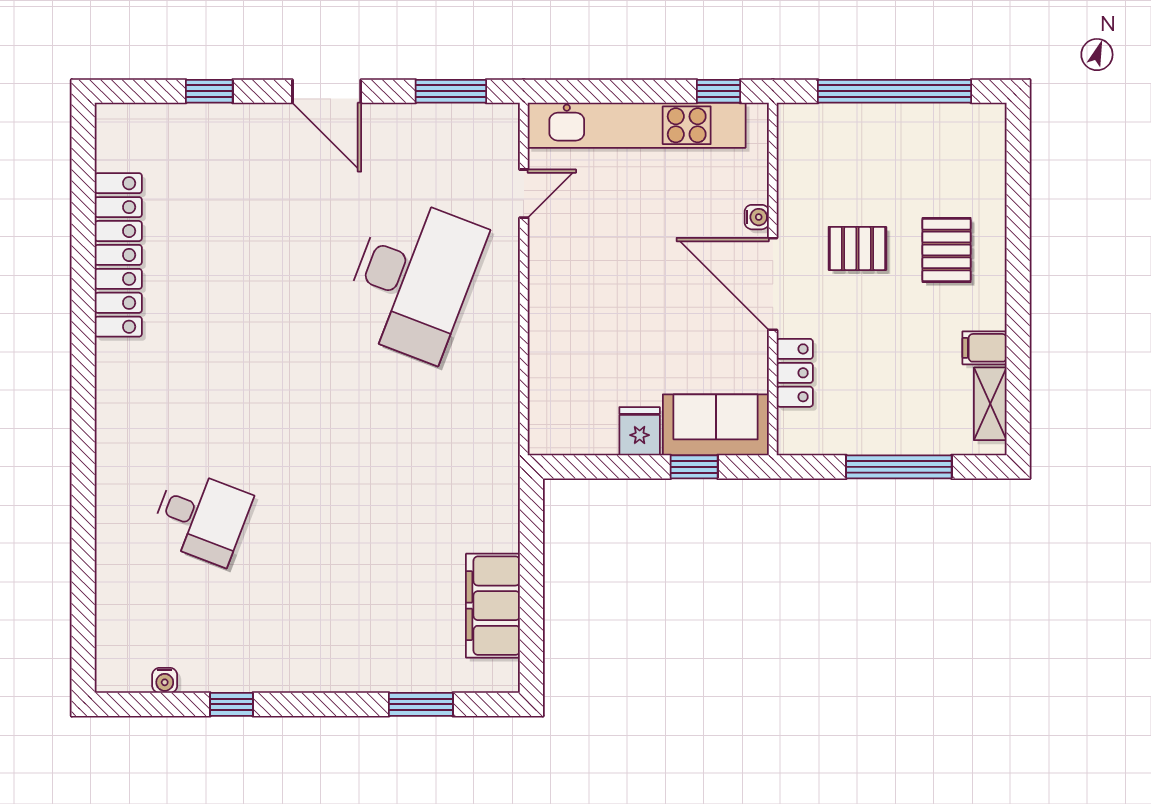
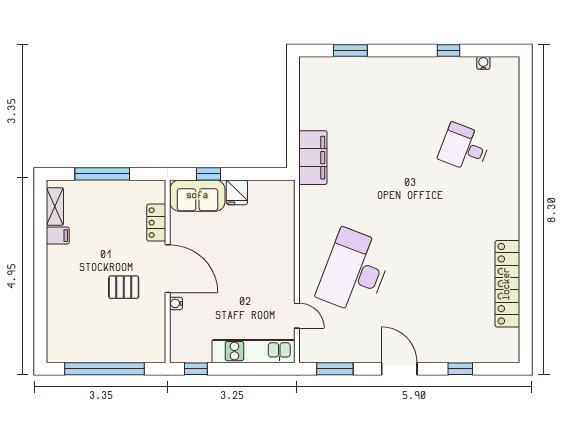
kitchen unit: (637, 125) -> (254, 351), width x0.73
door: (524, 194) -> (297, 316), swing flipped
pallet: (947, 250) -> (78, 286), removed
filing cabinet: (493, 606) -> (313, 158), moved

